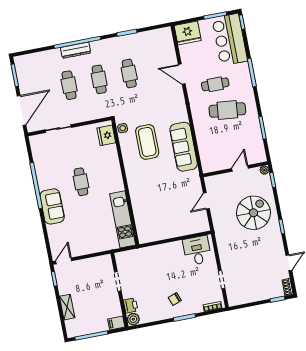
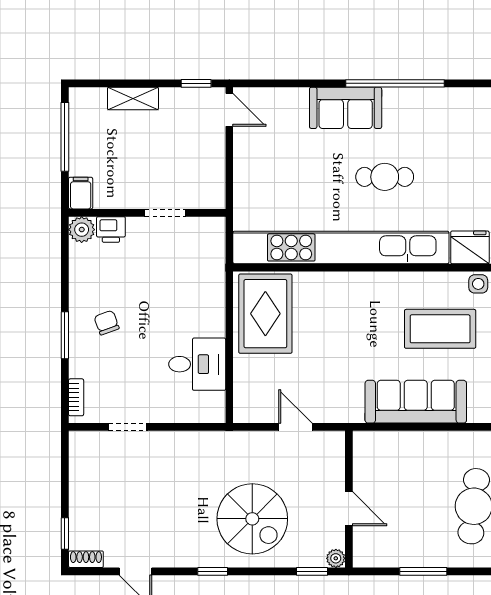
kitchen unit: (123, 219) -> (341, 247), width x1.86
rug: (156, 225) -> (265, 314), added
desk: (197, 251) -> (197, 364), moved

